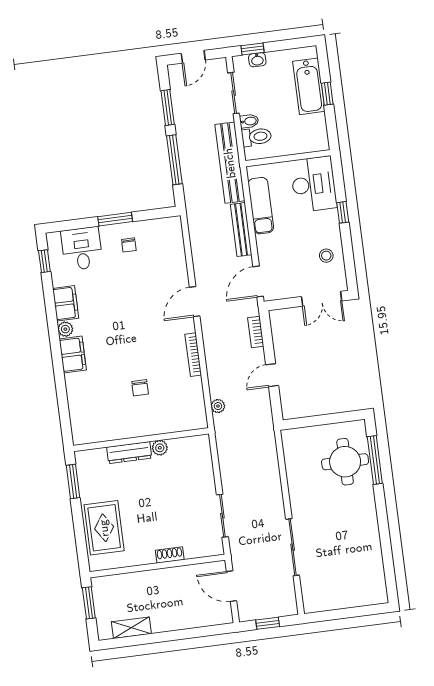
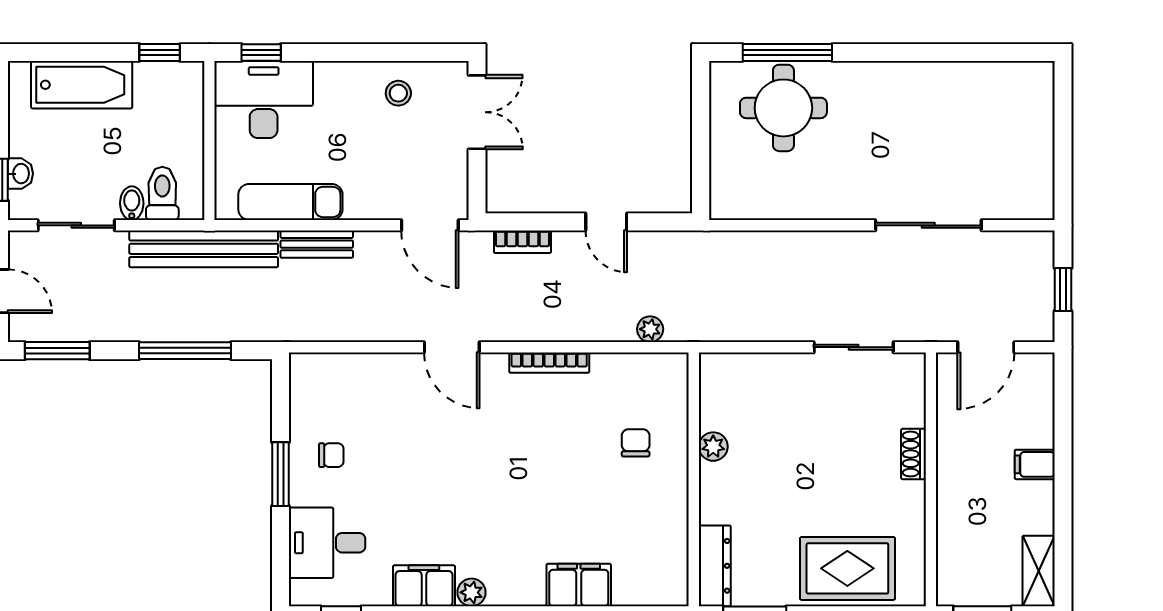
window: (327, 94) -> (160, 53), moved
window: (168, 108) -> (57, 351), moved
window: (343, 212) -> (261, 53), moved
bench: (241, 230) -> (317, 244), width x0.73
filing cabinet: (73, 355) -> (579, 585), moved
chair: (140, 388) -> (636, 443), moved, turned -90
dresser: (129, 453) -> (715, 566), moved
filing cabinet: (173, 620) -> (1035, 464), added
shelving: (131, 628) -> (1039, 571), moved

